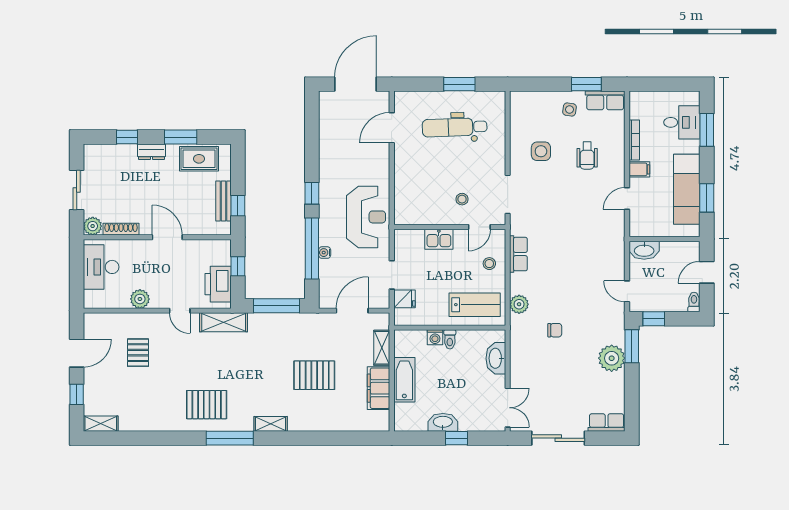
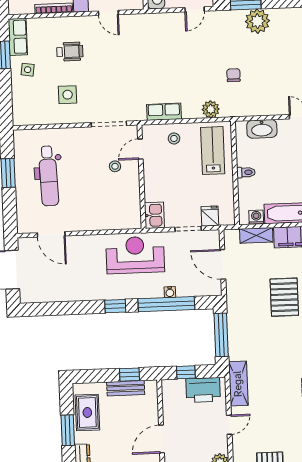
door: (479, 227) -> (140, 149), swing flipped
kitchen sink: (439, 239) -> (154, 215), moved
washing machine: (435, 337) -> (256, 217), moved, turned -90

